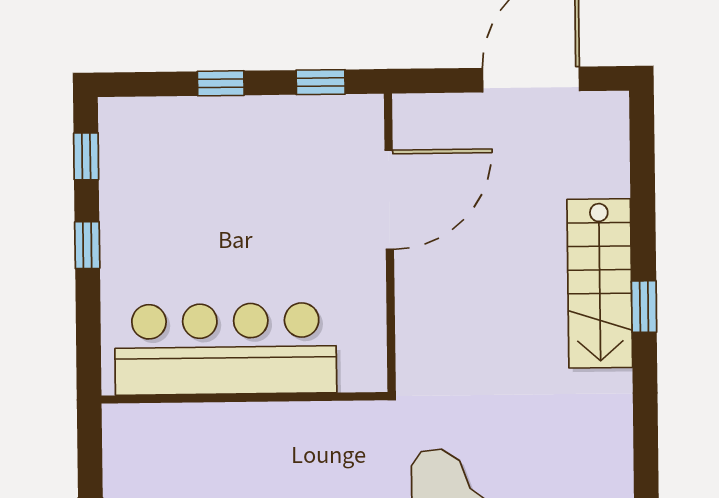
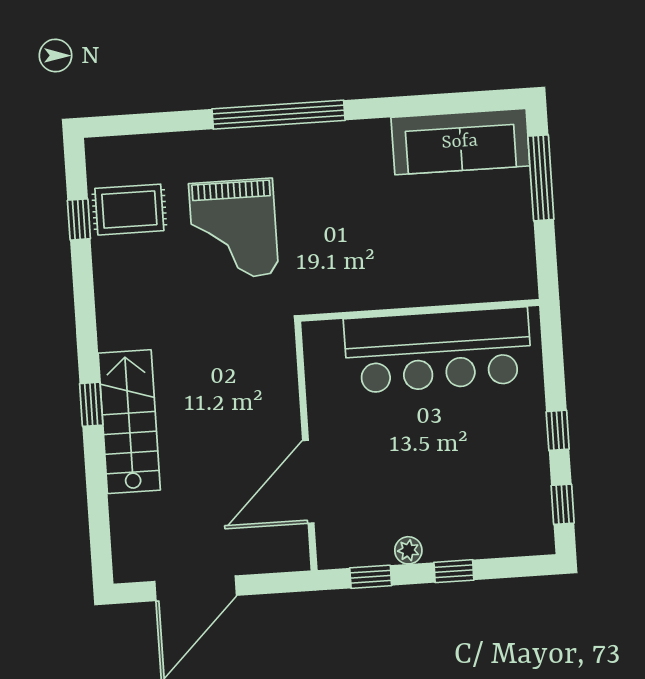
plant: (274, 111) -> (408, 550), added

